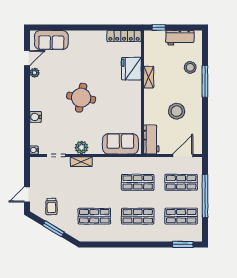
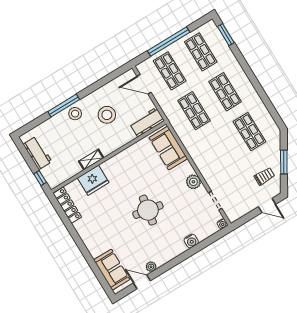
stool: (190, 67) -> (75, 114), moved
shelving: (81, 162) -> (207, 174), removed

